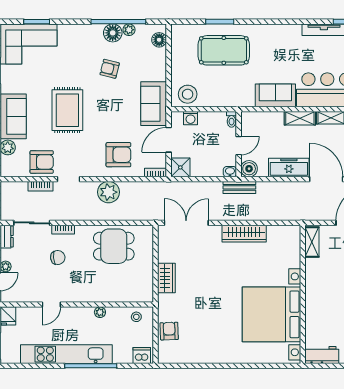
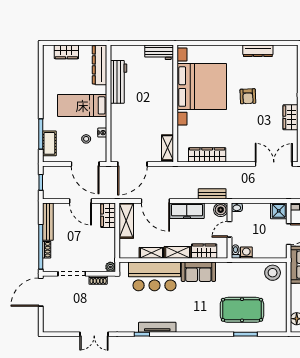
washing machine: (190, 118) -> (246, 253), moved
wardrobe: (269, 120) -> (204, 251), added
bench: (239, 187) -> (212, 194), moved
double door: (186, 223) -> (274, 164), swing flipped
wardrobe: (244, 234) -> (207, 155), moved
armchair: (169, 331) -> (248, 96), moved
dresser: (205, 357) -> (258, 51), added

